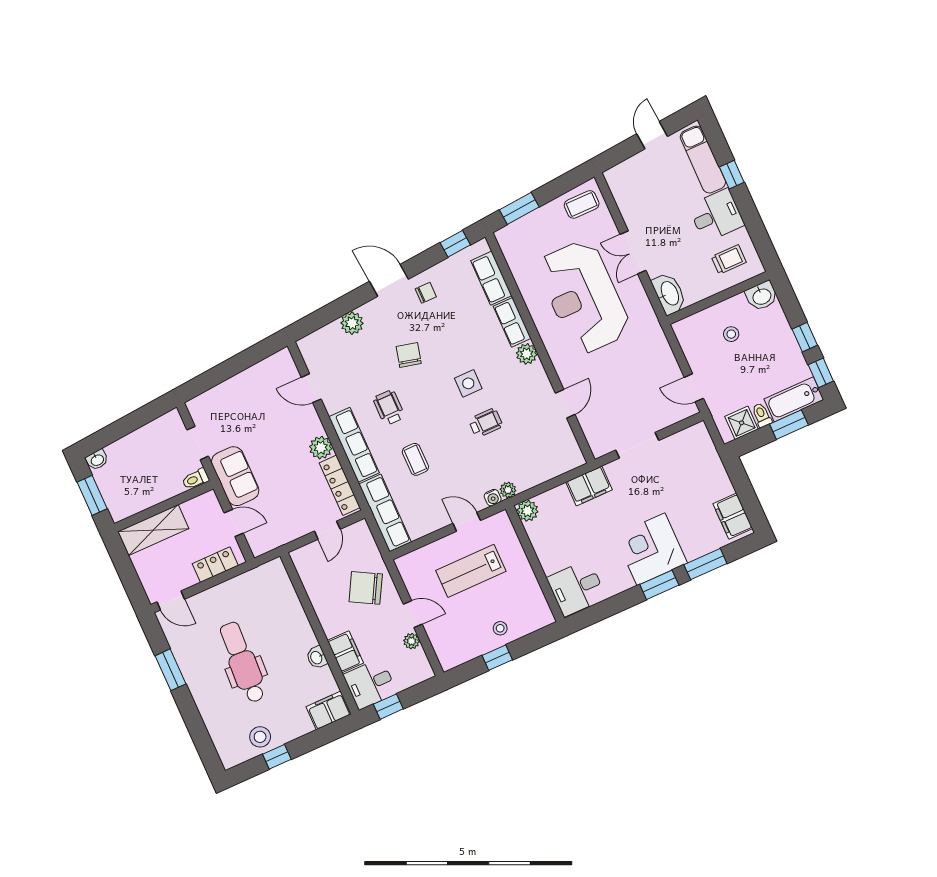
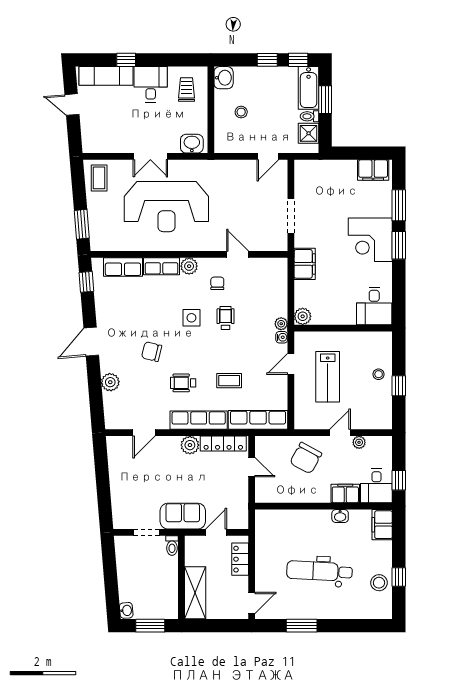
chair: (426, 293) -> (217, 283), moved
washbasin: (669, 294) -> (192, 144), width x0.72

